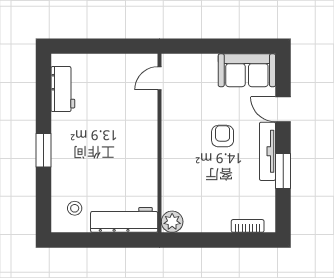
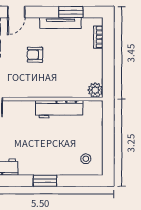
tv unit: (267, 151) -> (60, 23), moved
window: (283, 171) -> (71, 12), moved
workbench: (124, 220) -> (59, 109), moved, turned -90

